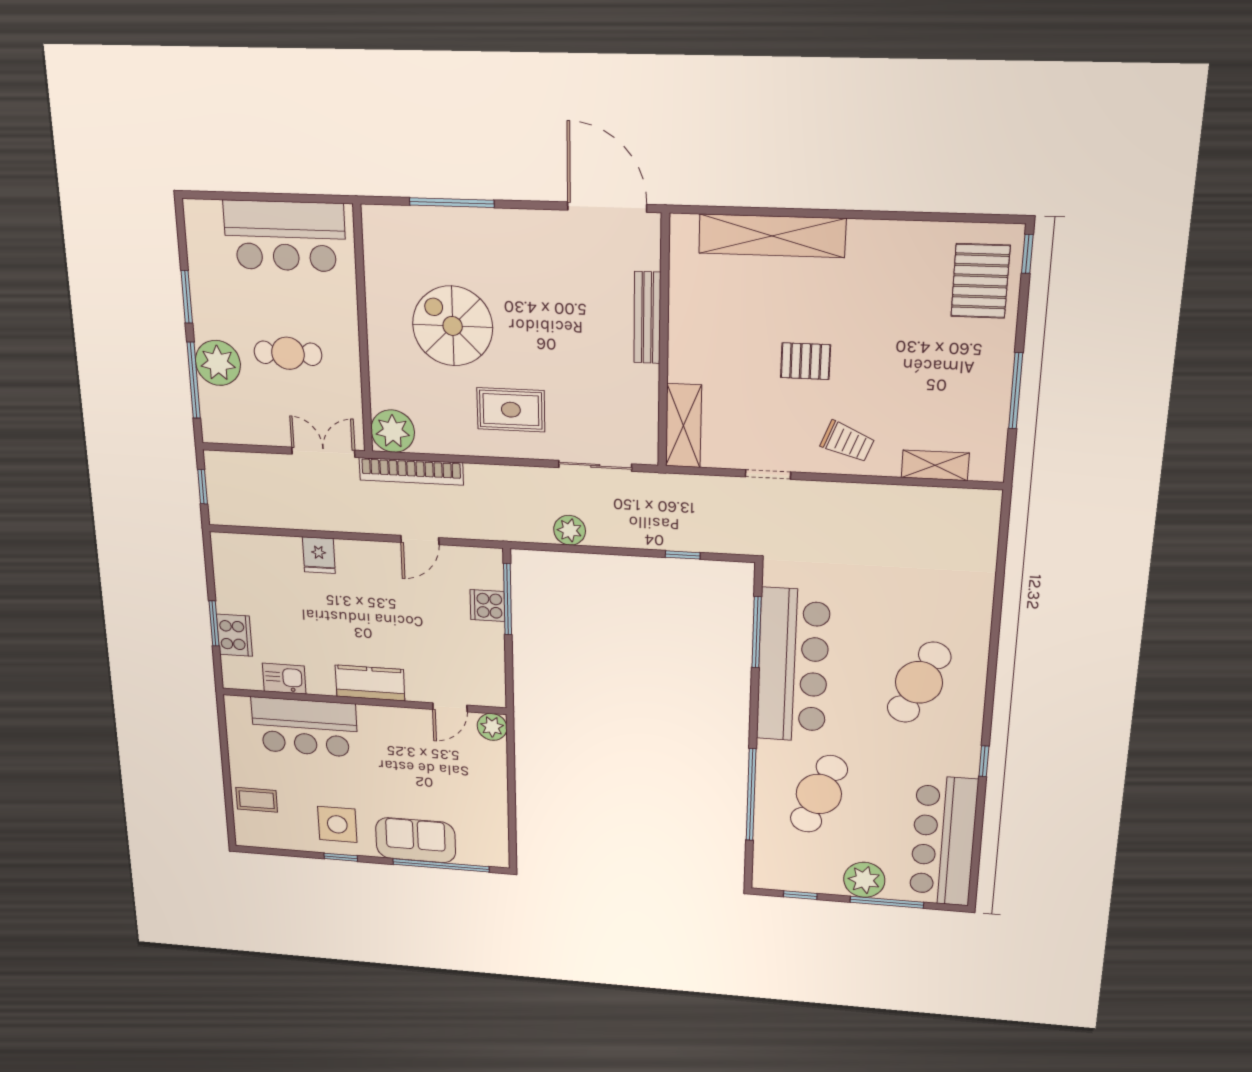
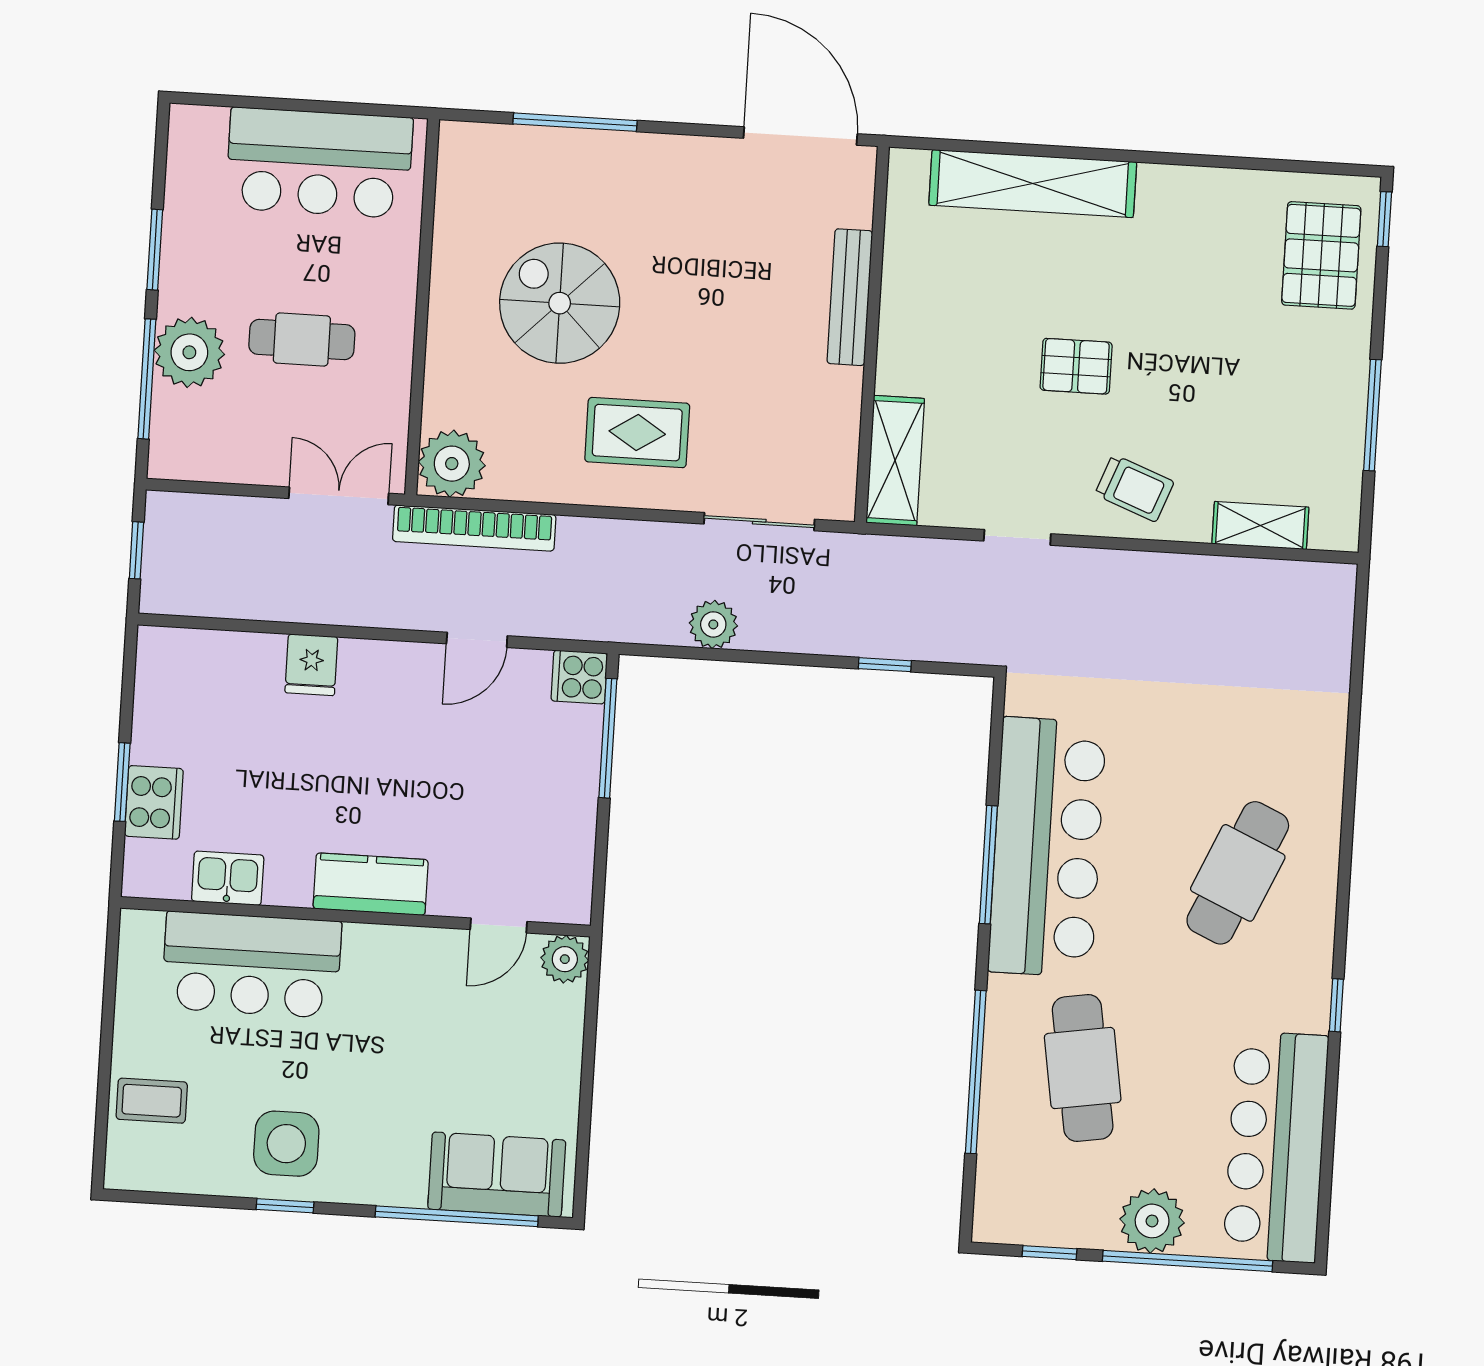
cooker: (487, 606) -> (579, 677), moved
window: (757, 632) -> (988, 865), moved
cafe table: (819, 794) -> (1083, 1068), turned -30
sofa: (416, 840) -> (497, 1175), moved
window: (887, 902) -> (1188, 1261), width x1.46

